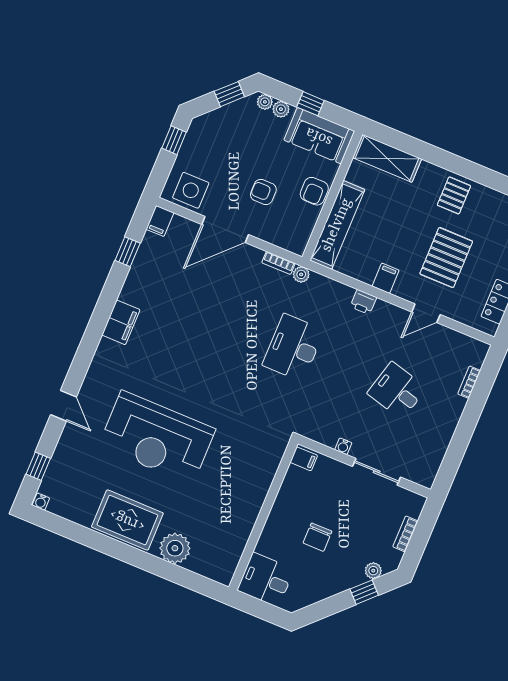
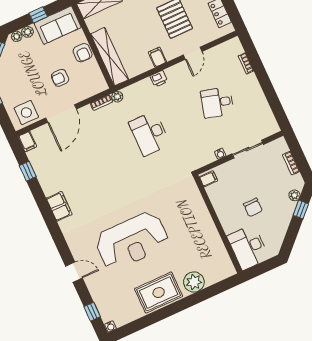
desk: (266, 580) -> (248, 247), width x1.37

